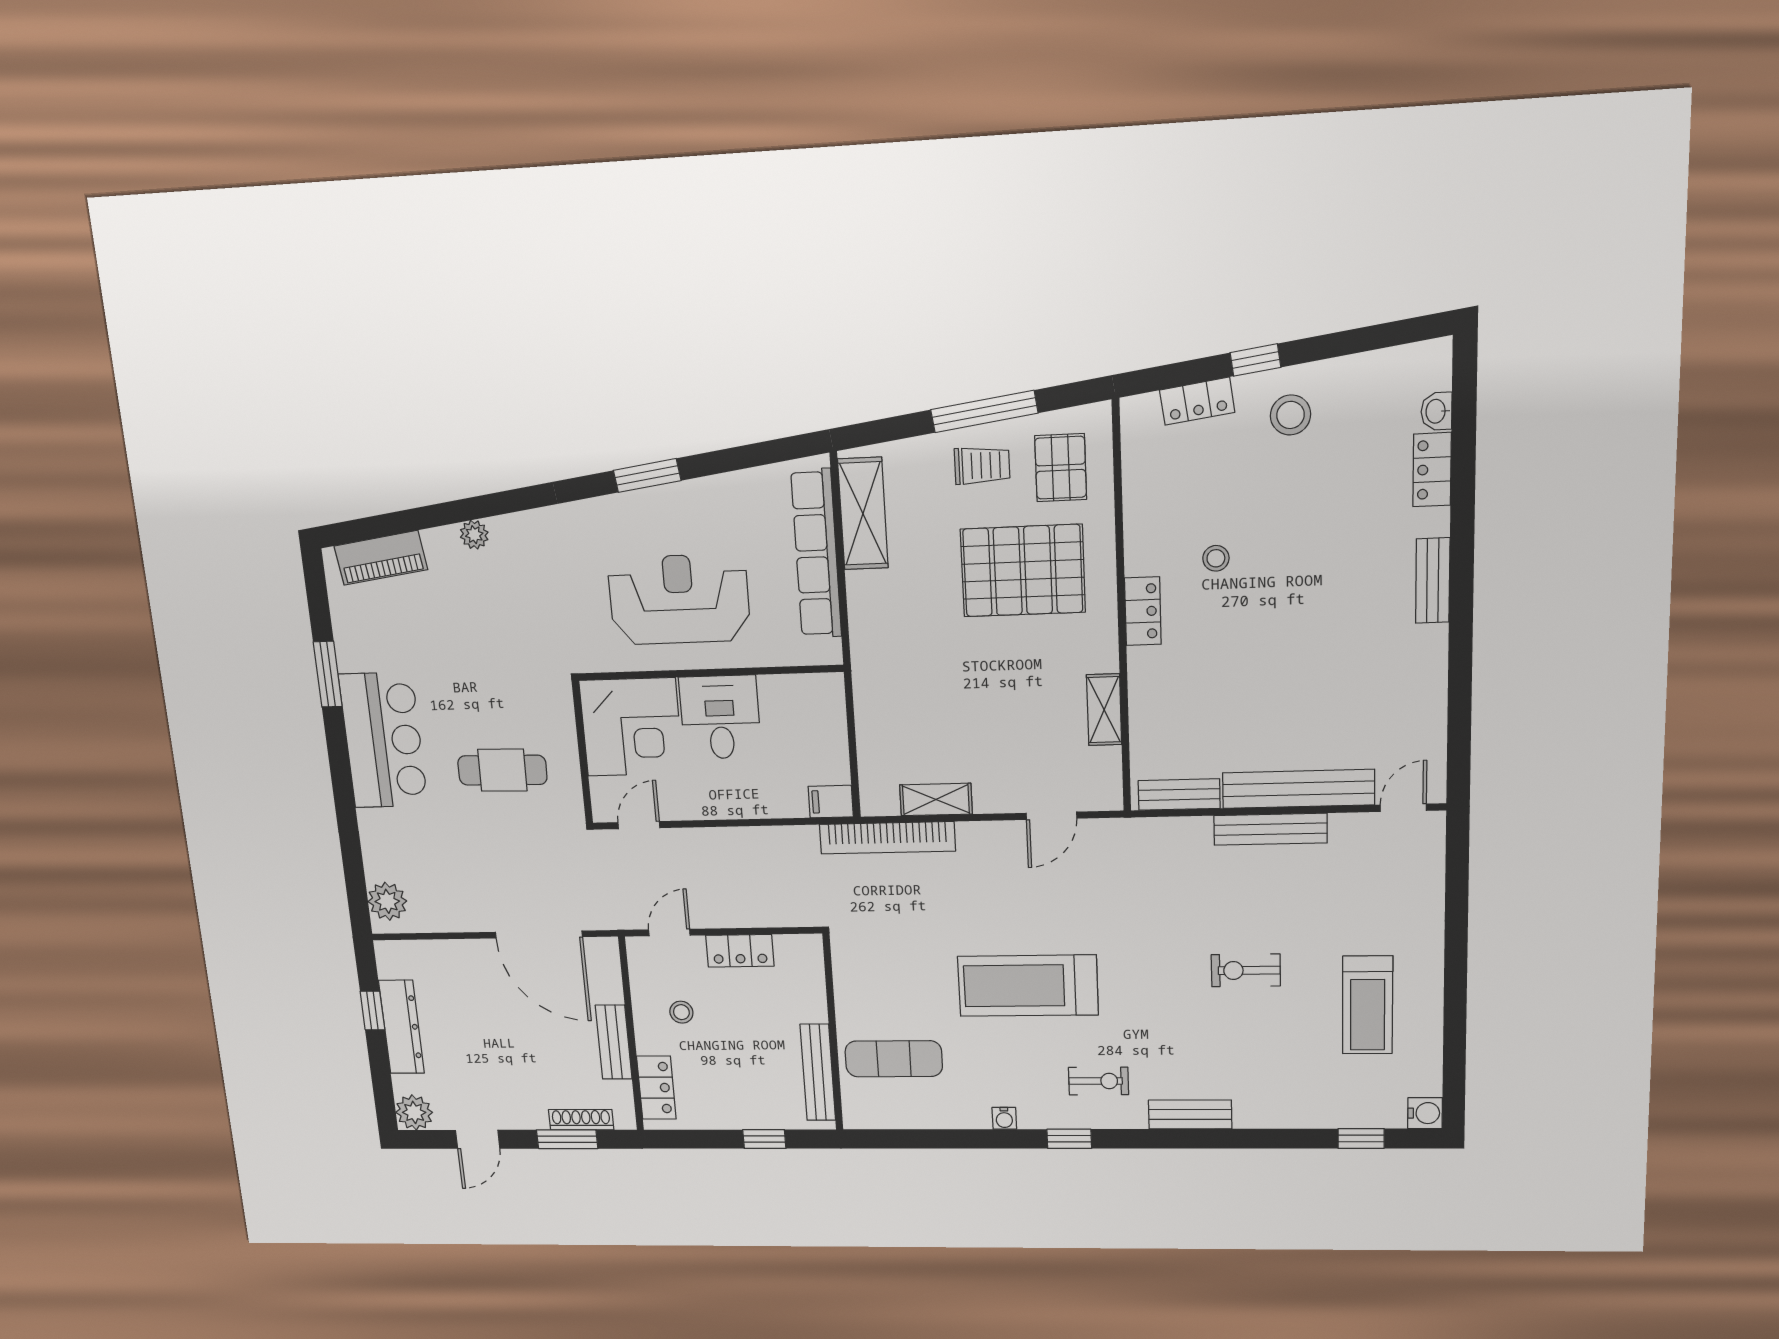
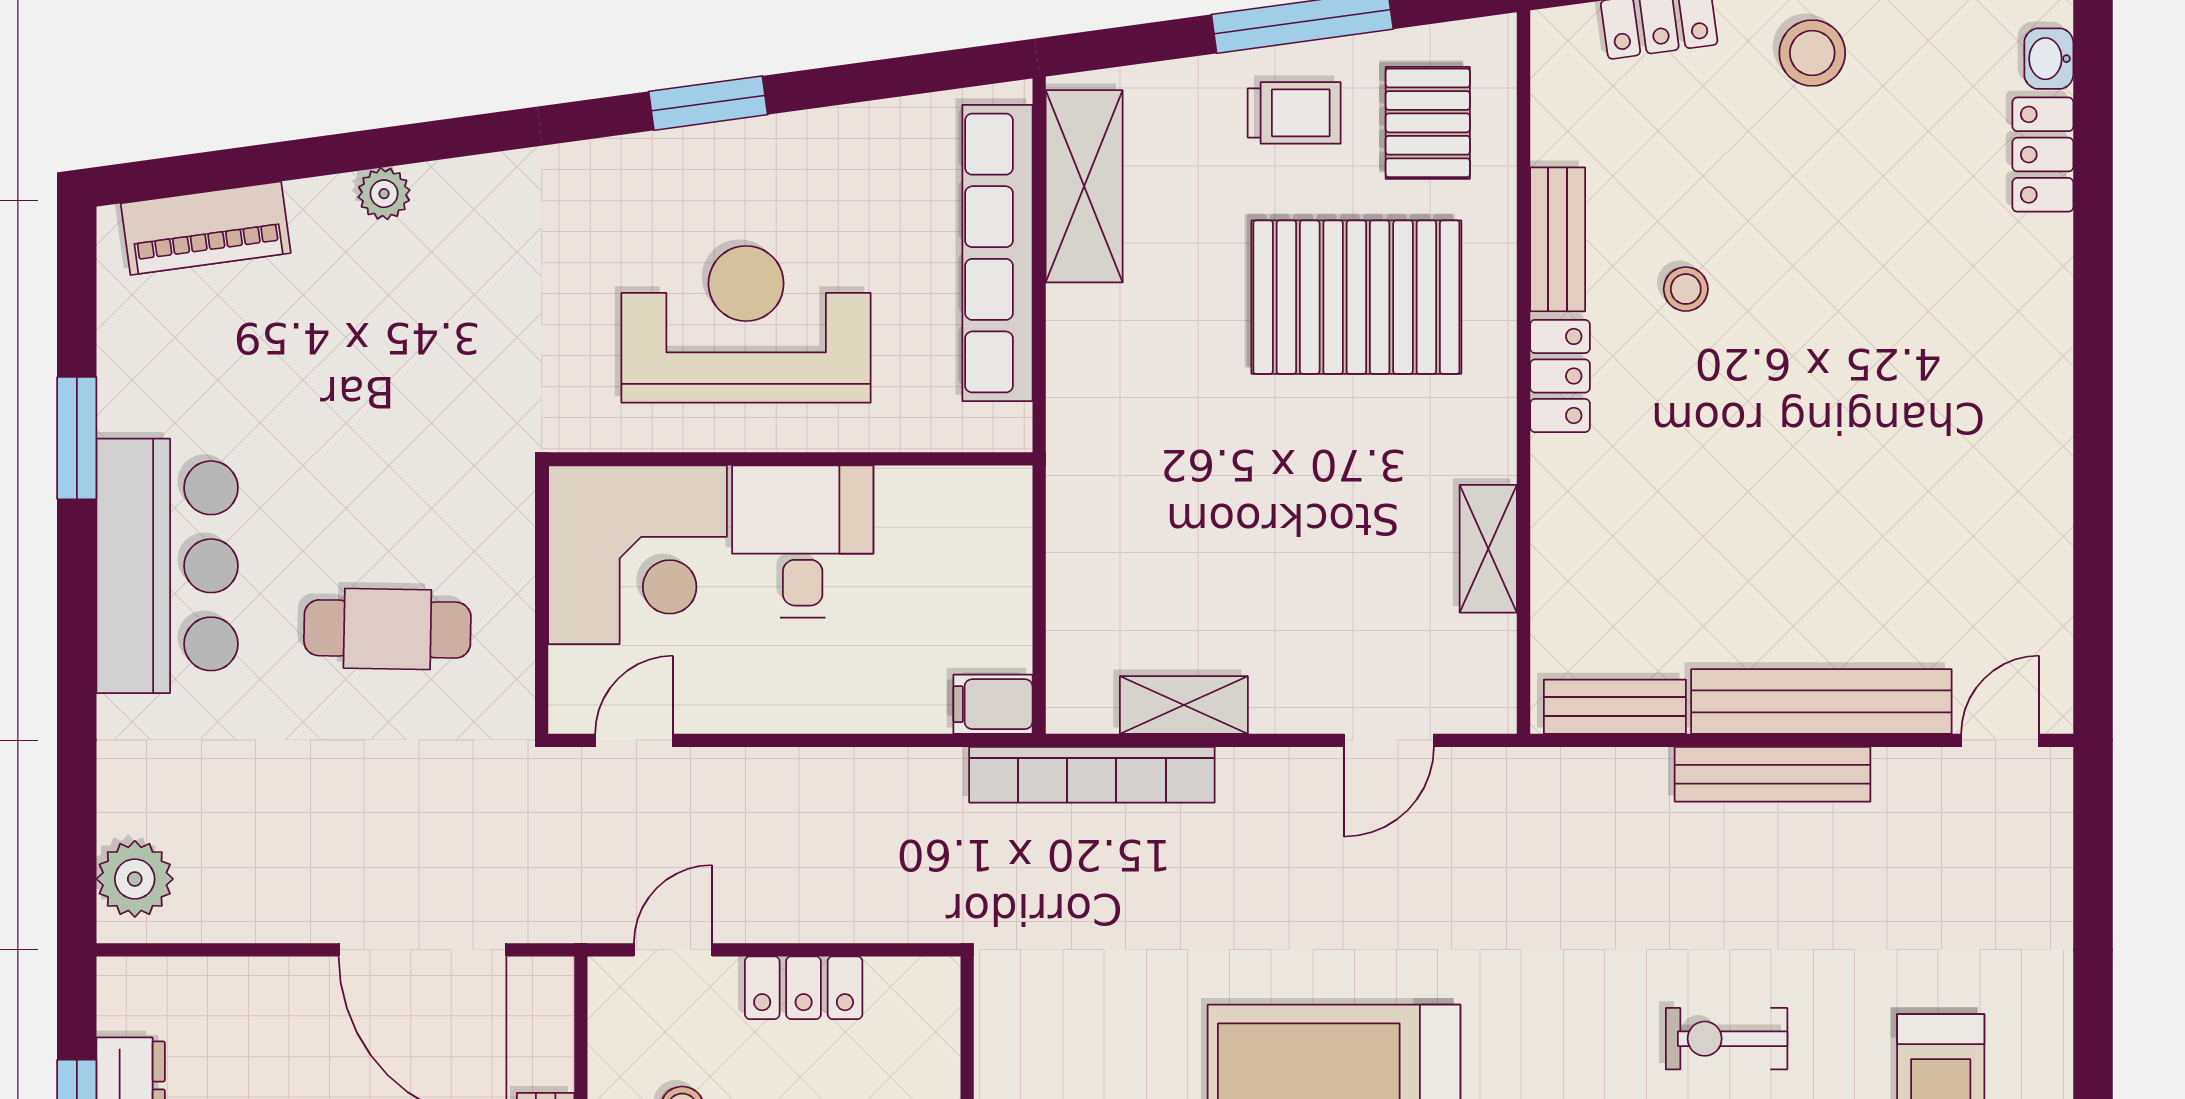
bench: (1433, 581) -> (1558, 239), moved

